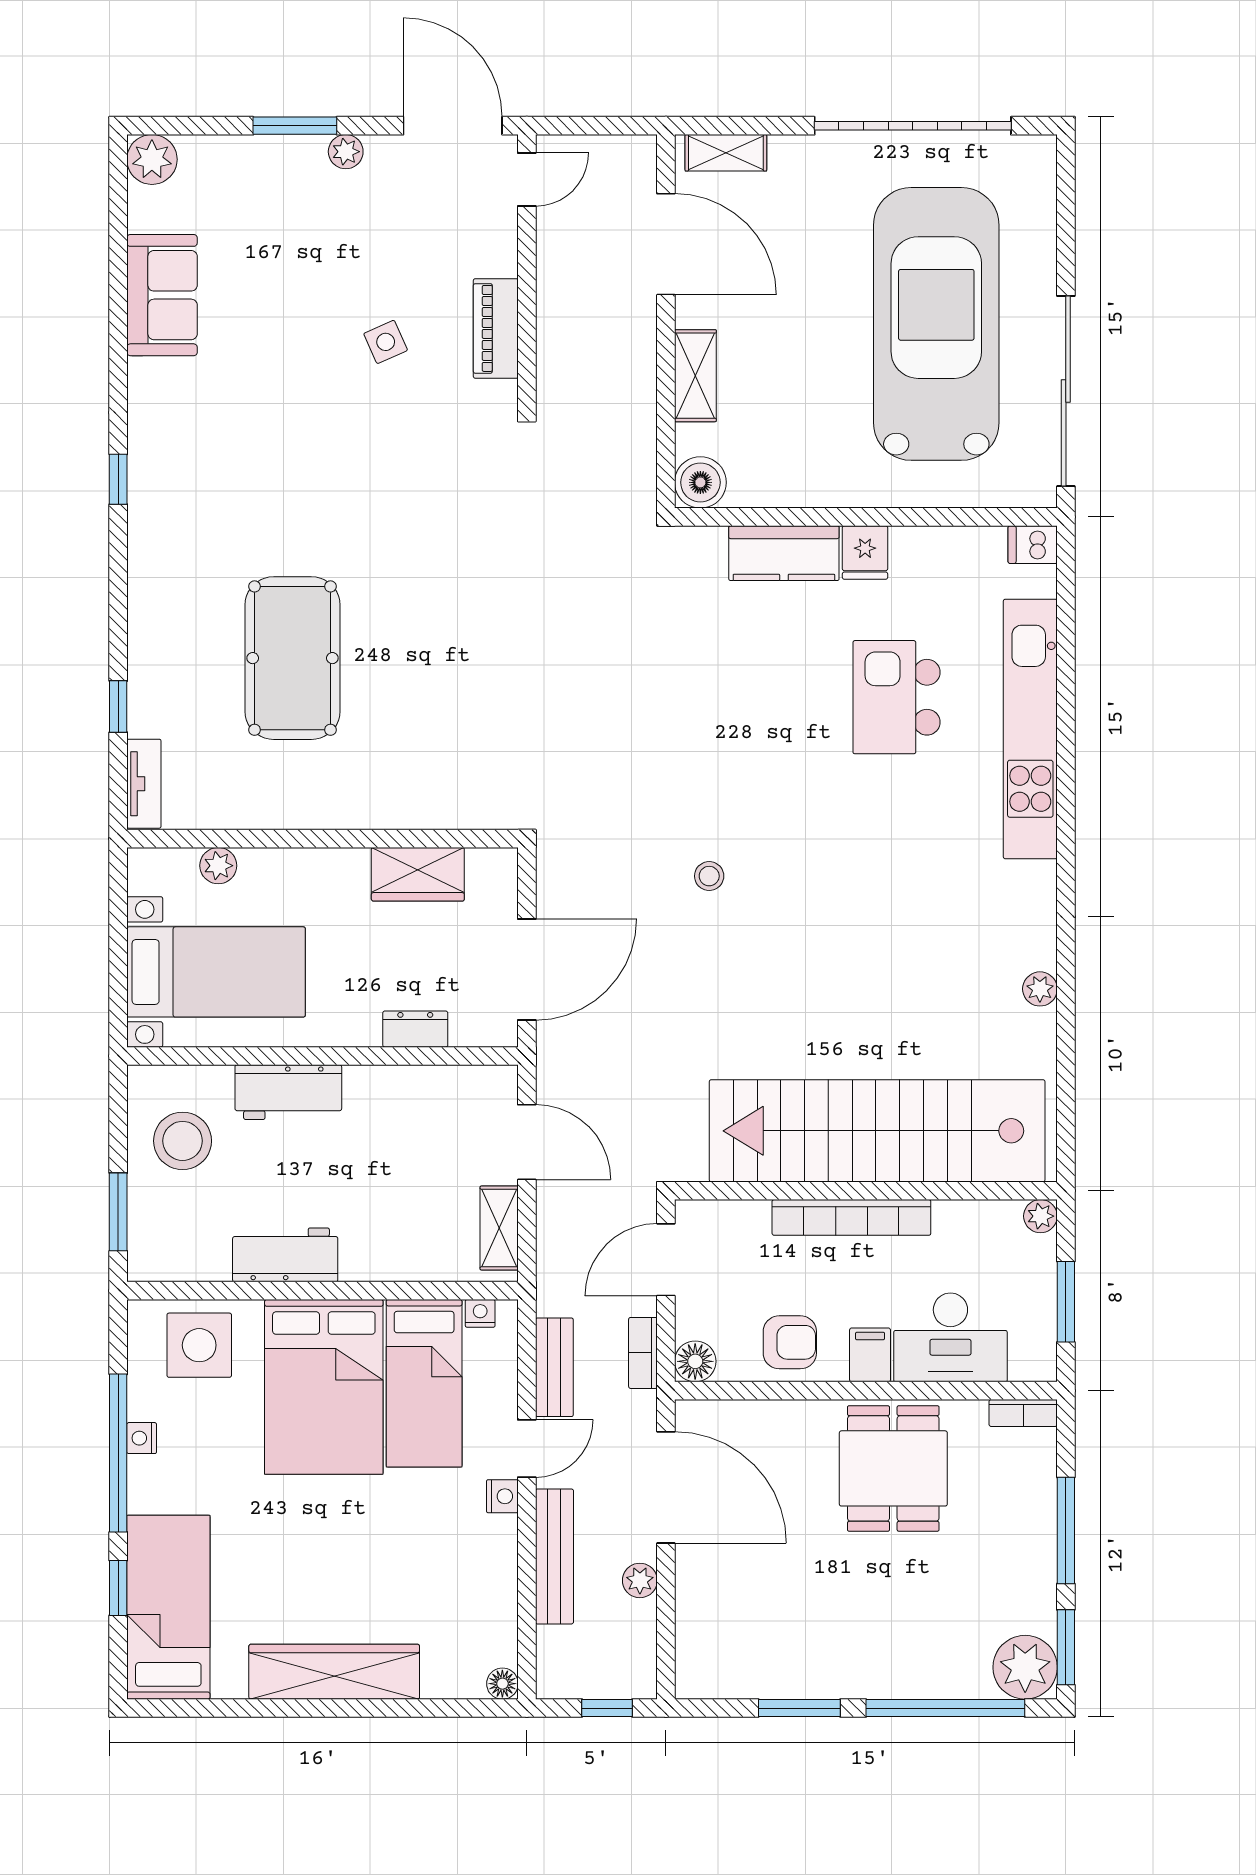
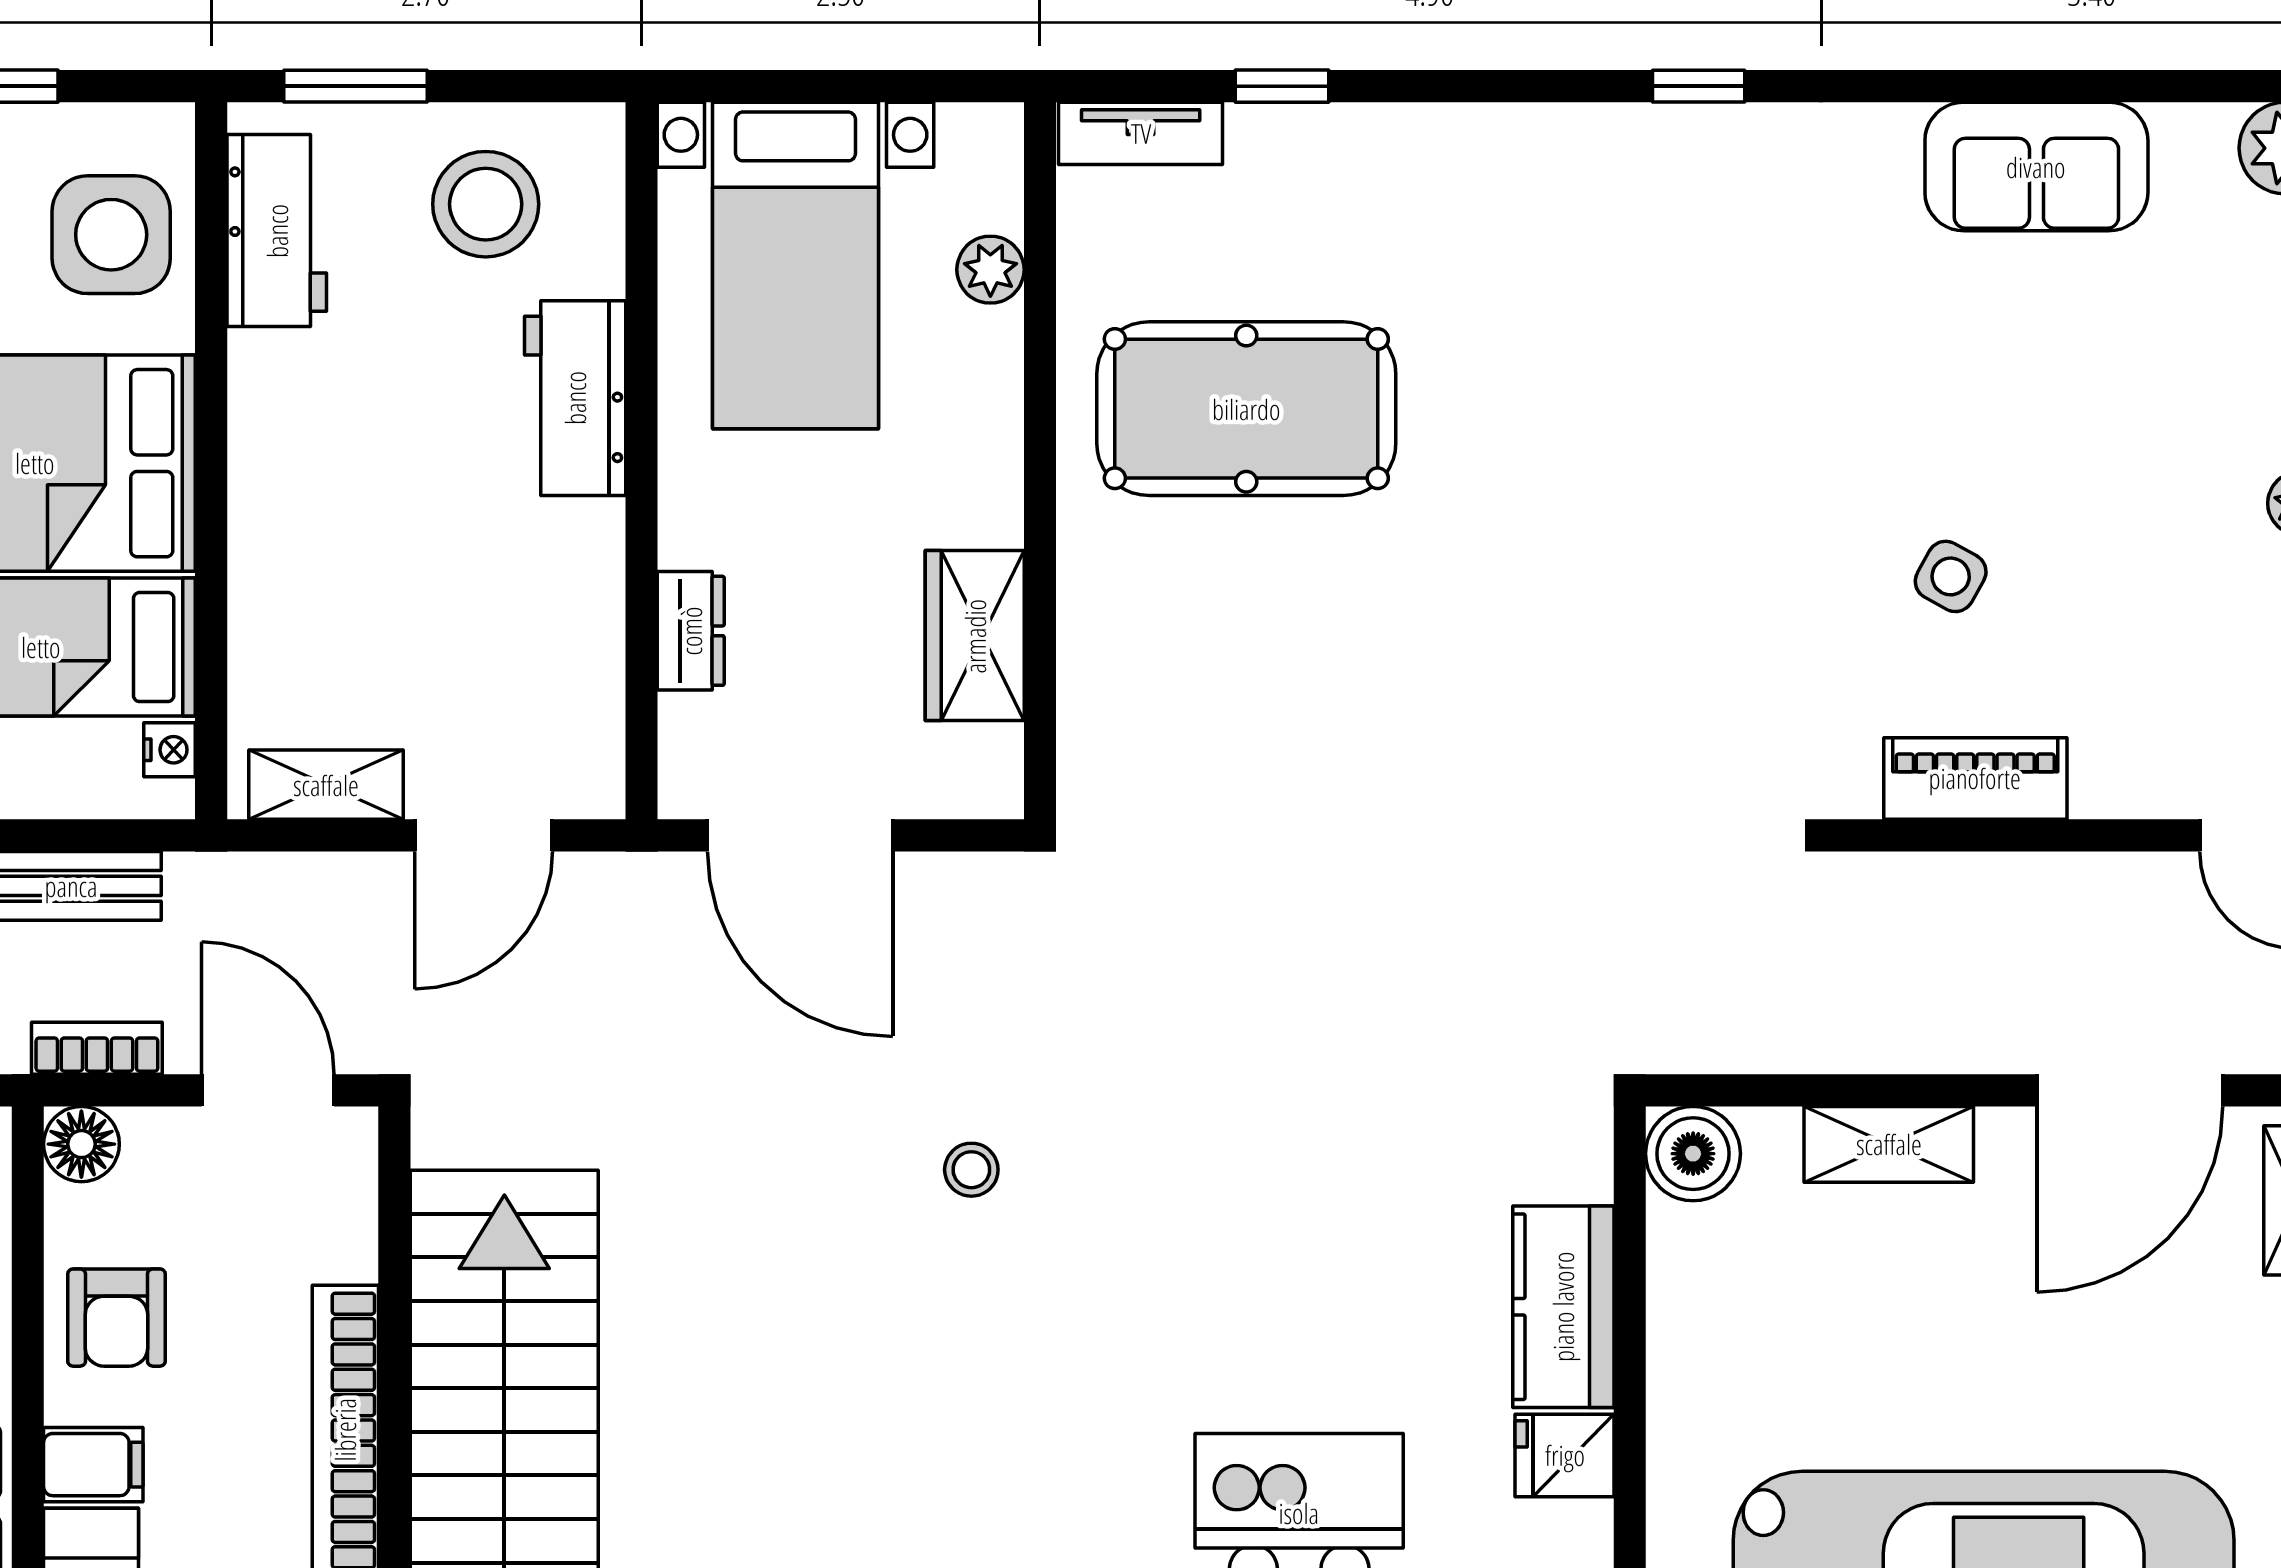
side table: (386, 342) -> (1951, 576), turned -37
pool table: (293, 658) -> (1246, 409), moved
workbench: (285, 1255) -> (277, 231), moved

